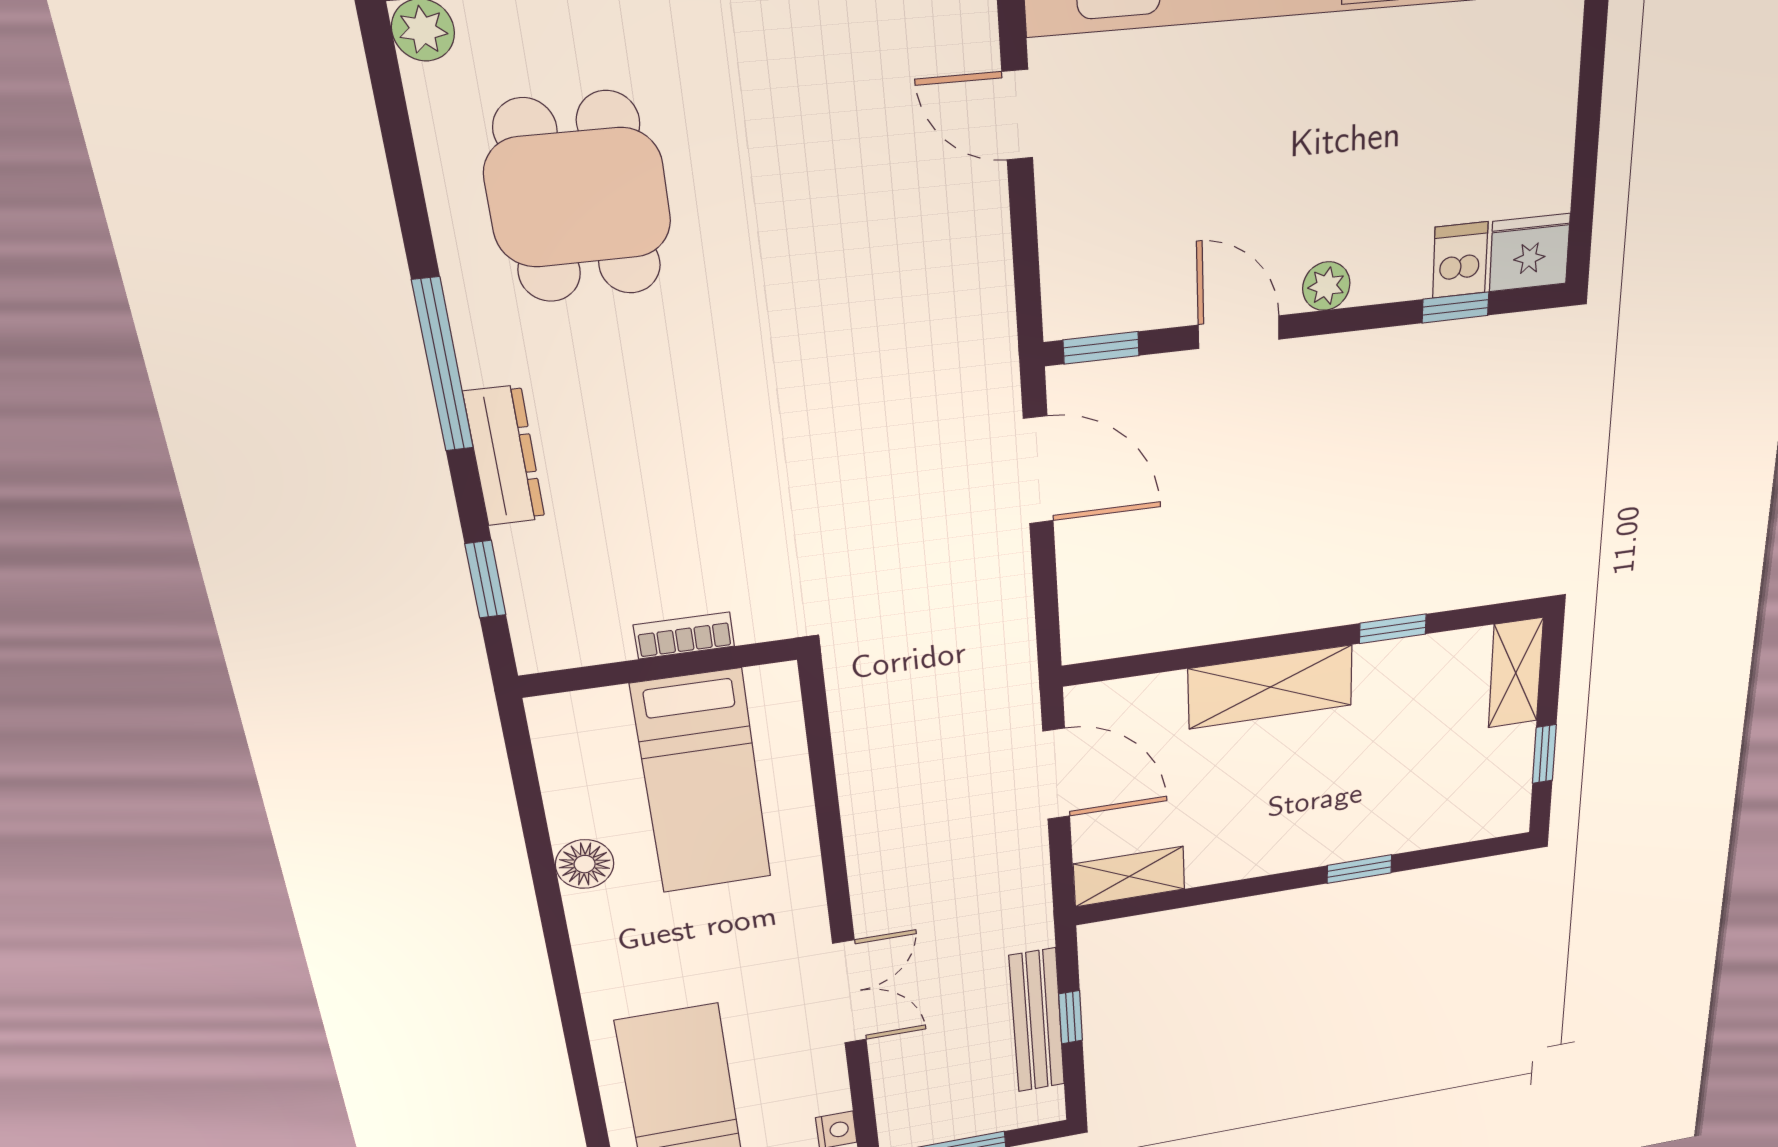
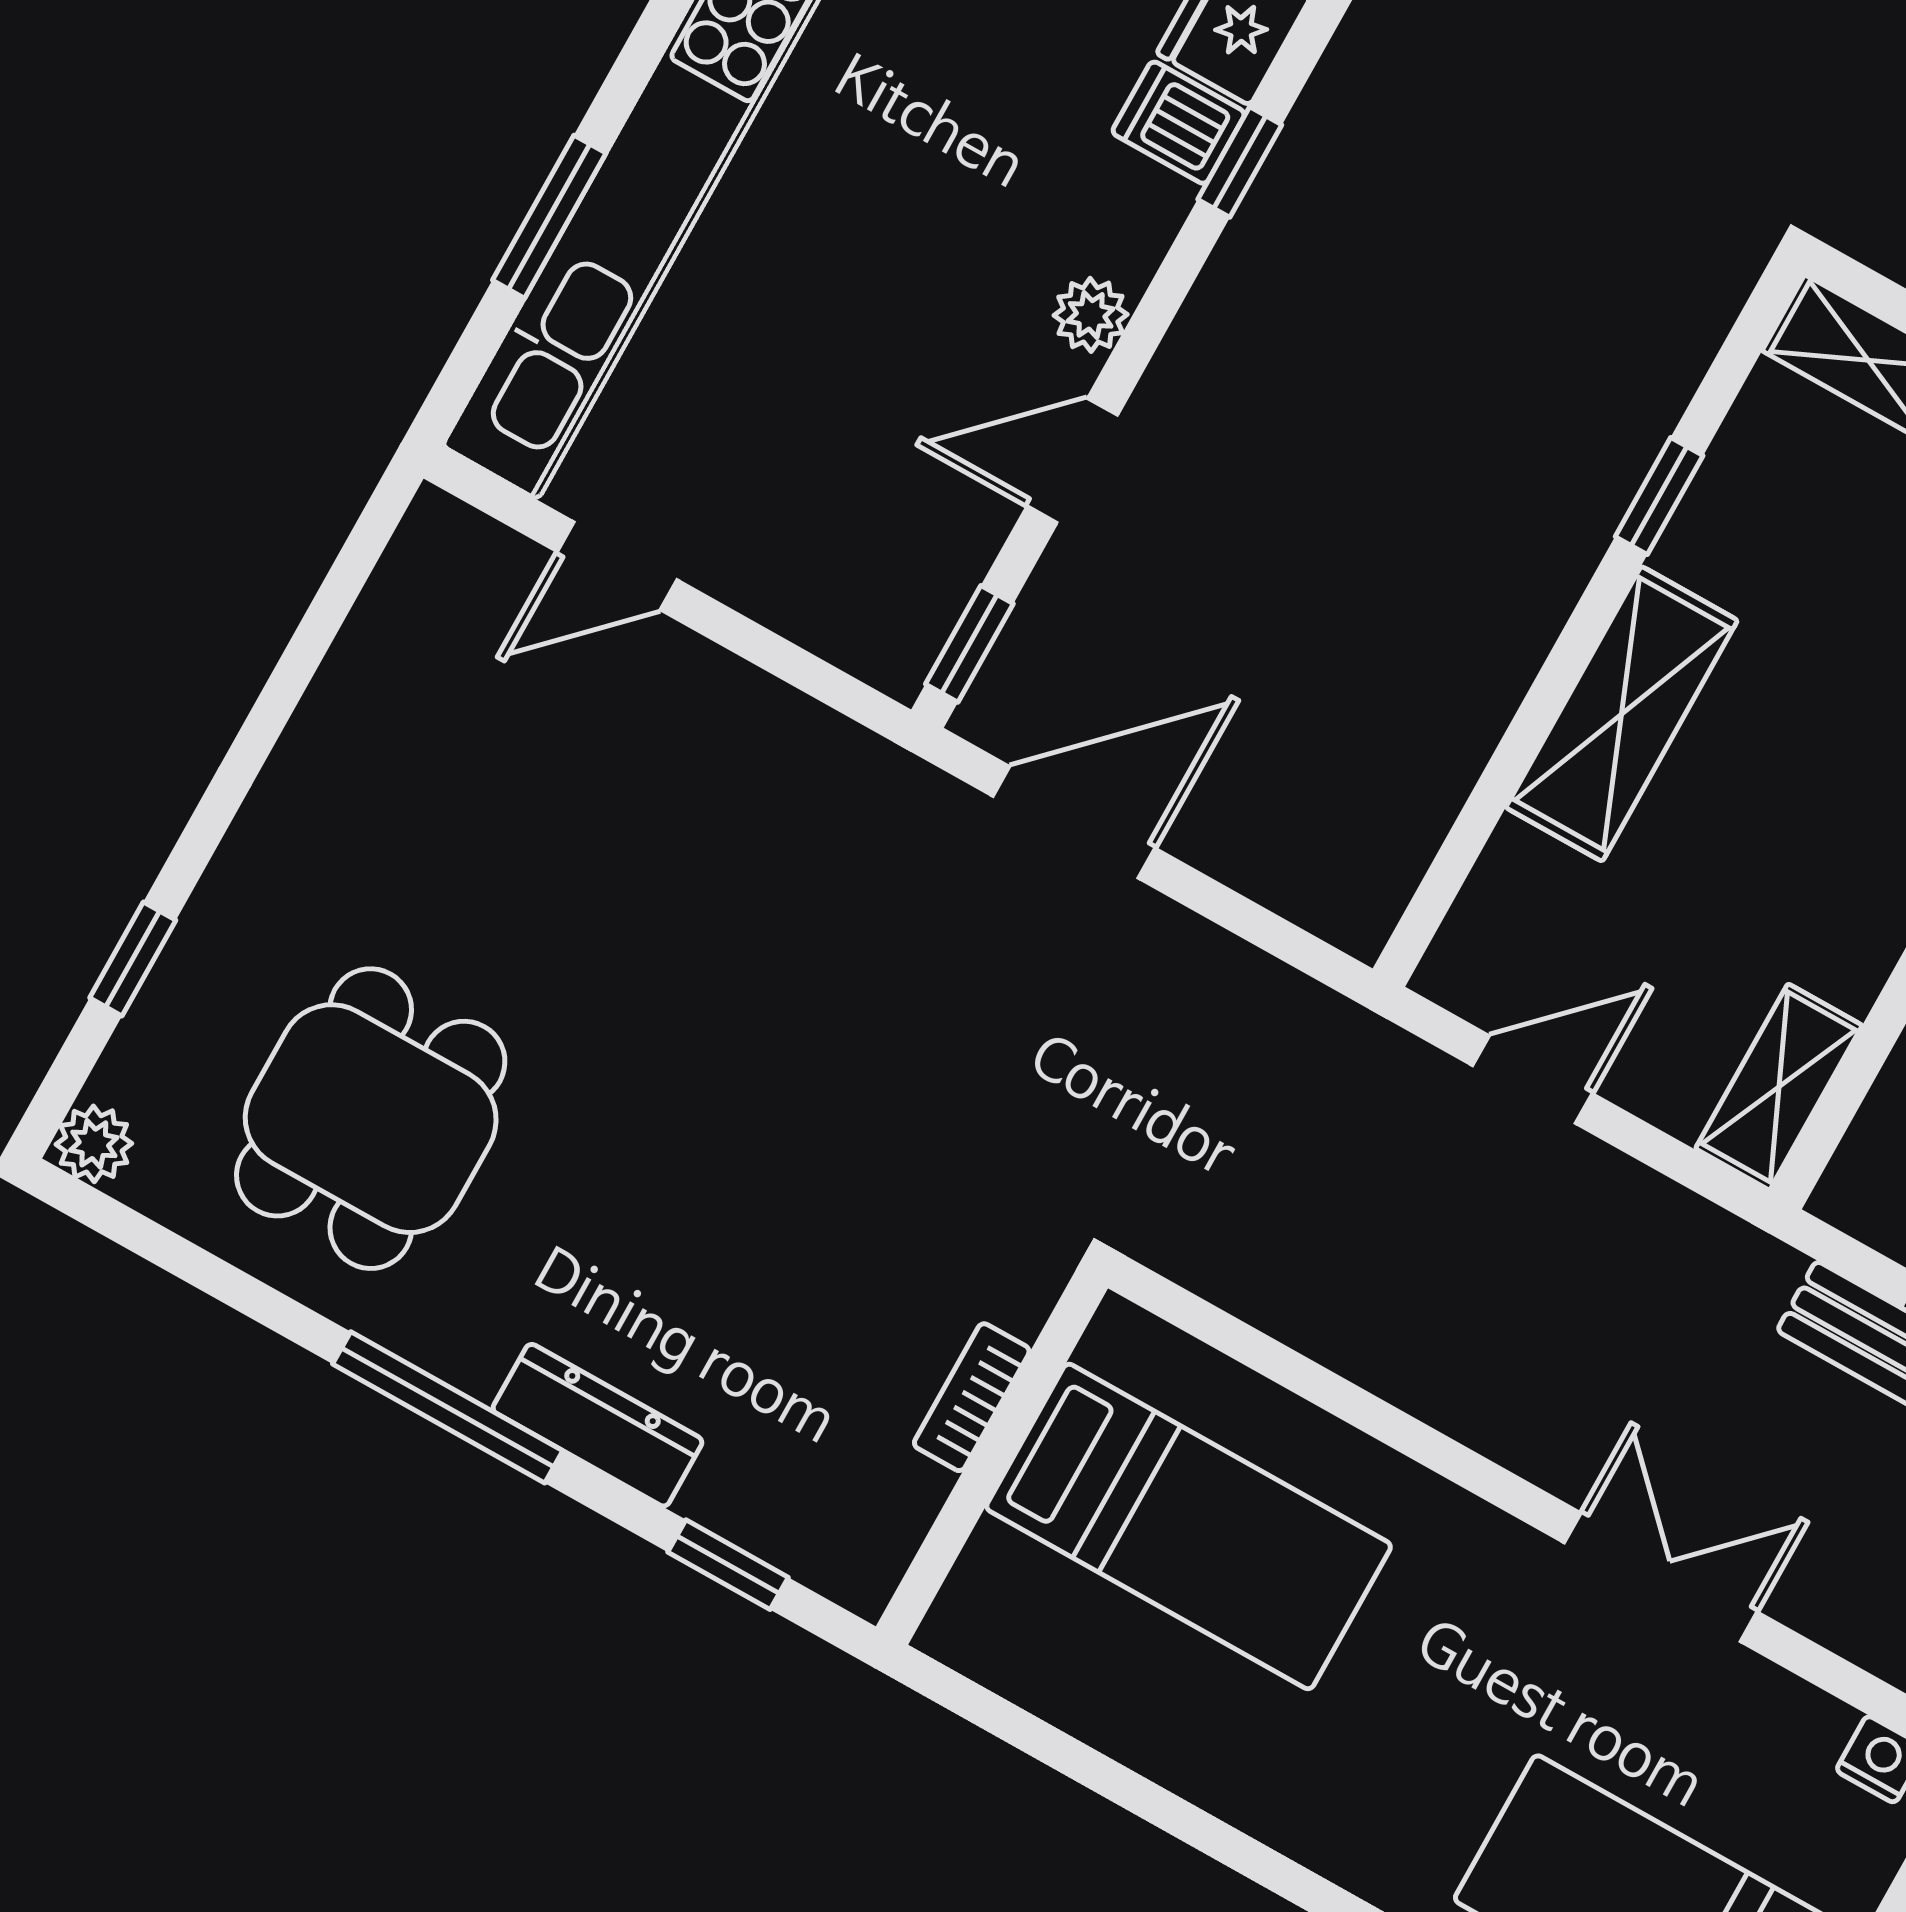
dining table: (578, 198) -> (371, 1119), turned 90
door: (1056, 774) -> (1532, 1080), width x0.73
floor lamp: (585, 864) -> (1191, 1753), removed

